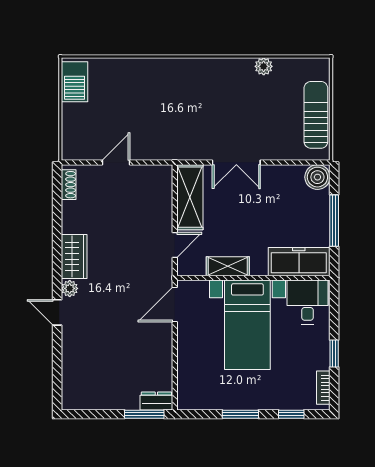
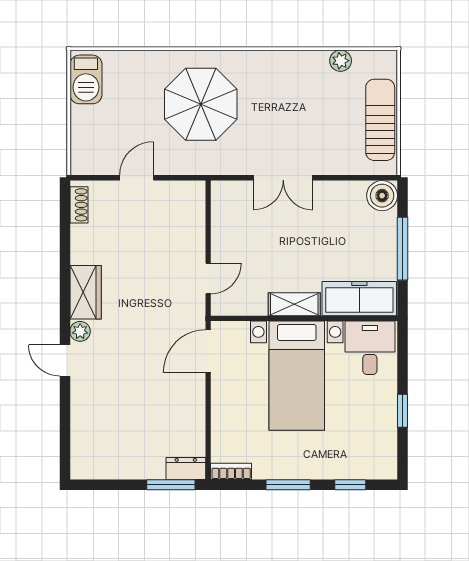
plant: (264, 66) -> (341, 61), moved
parasol: (169, 102) -> (201, 104), added
shelving: (190, 197) -> (227, 220), removed
shelving: (228, 266) -> (294, 304), moved
bookcase: (323, 388) -> (231, 471), moved, turned 90

